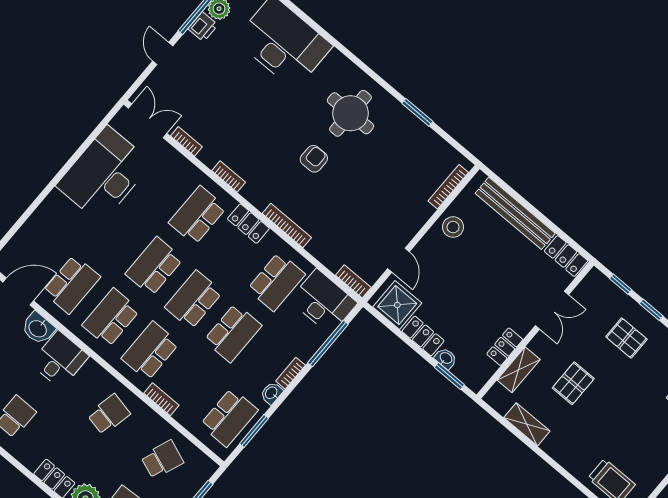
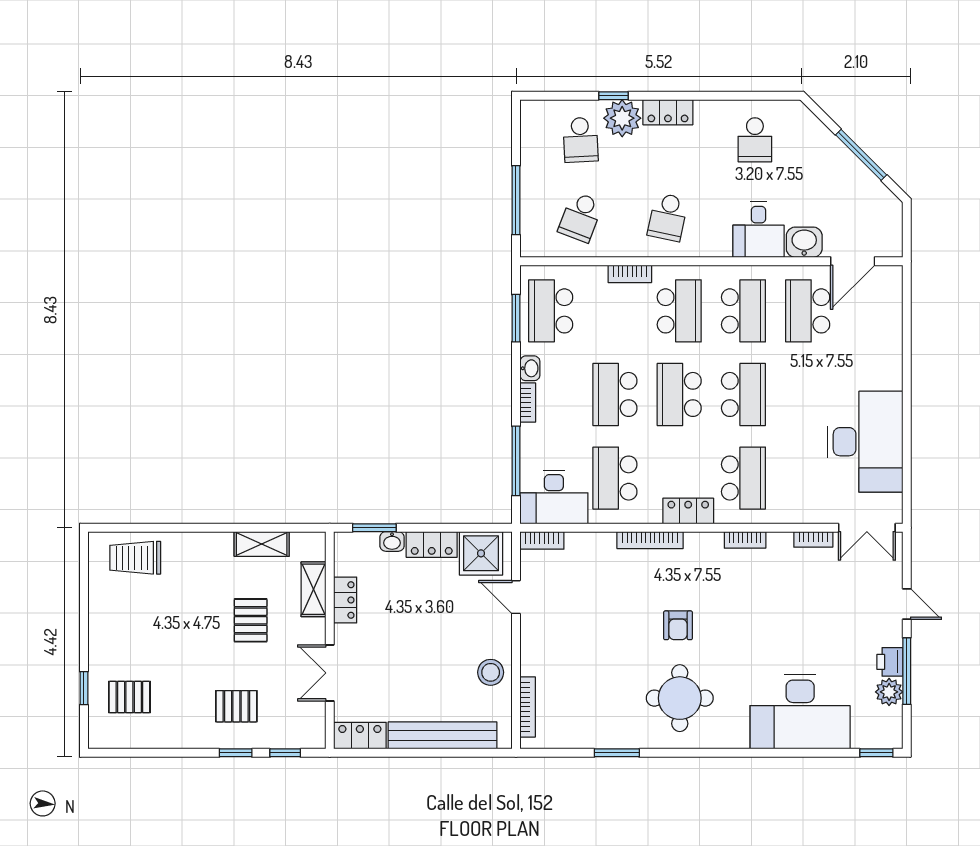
school desk: (194, 300) -> (679, 394), turned 180

